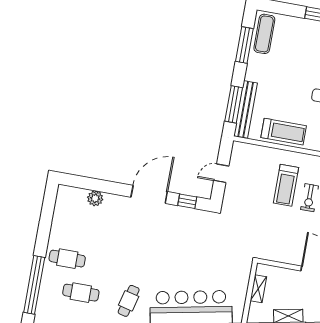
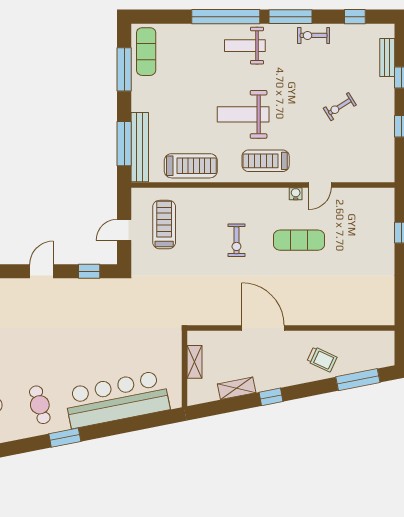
treadmill: (286, 185) -> (164, 225), moved, turned 180
door: (149, 194) -> (42, 271), width x0.53
cafe table: (129, 301) -> (40, 405), turned -30

